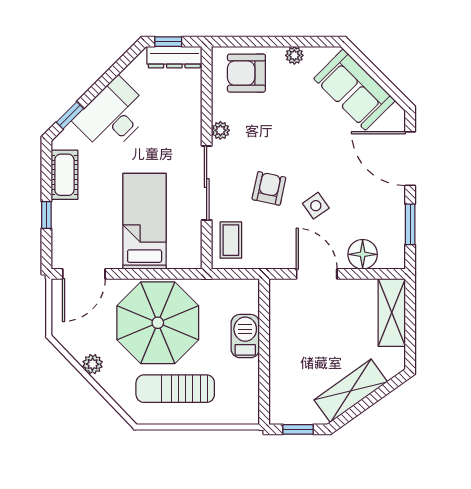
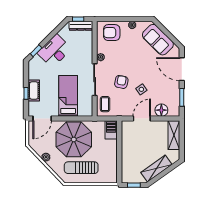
cot: (64, 175) -> (34, 90), moved
door: (317, 274) -> (142, 119), hinge flipped
barbecue: (245, 336) -> (111, 130), moved

